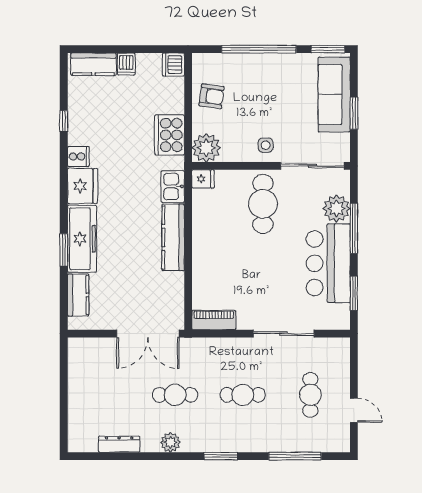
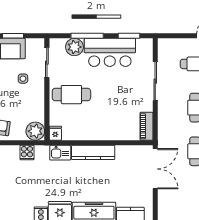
cooker: (170, 135) -> (27, 153), width x0.53, depth x0.76
side table: (266, 145) -> (23, 79), moved
sliding door: (312, 166) -> (47, 63), width x0.73

